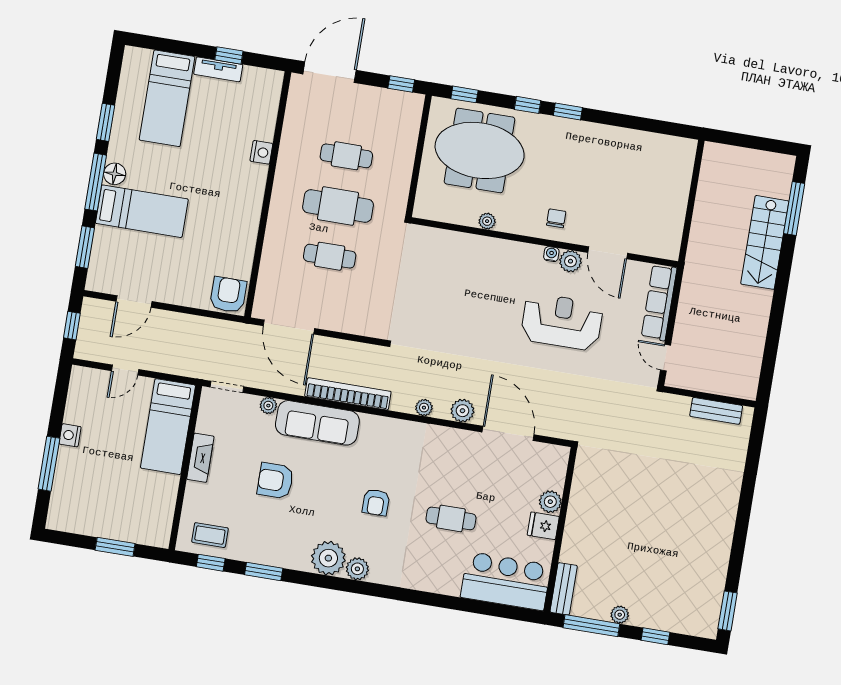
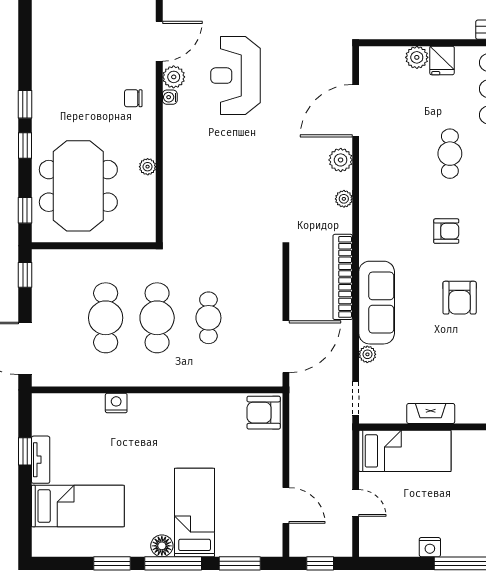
cafe table: (346, 156) -> (106, 318), width x1.37, depth x1.35
armchair: (275, 481) -> (460, 298), moved

